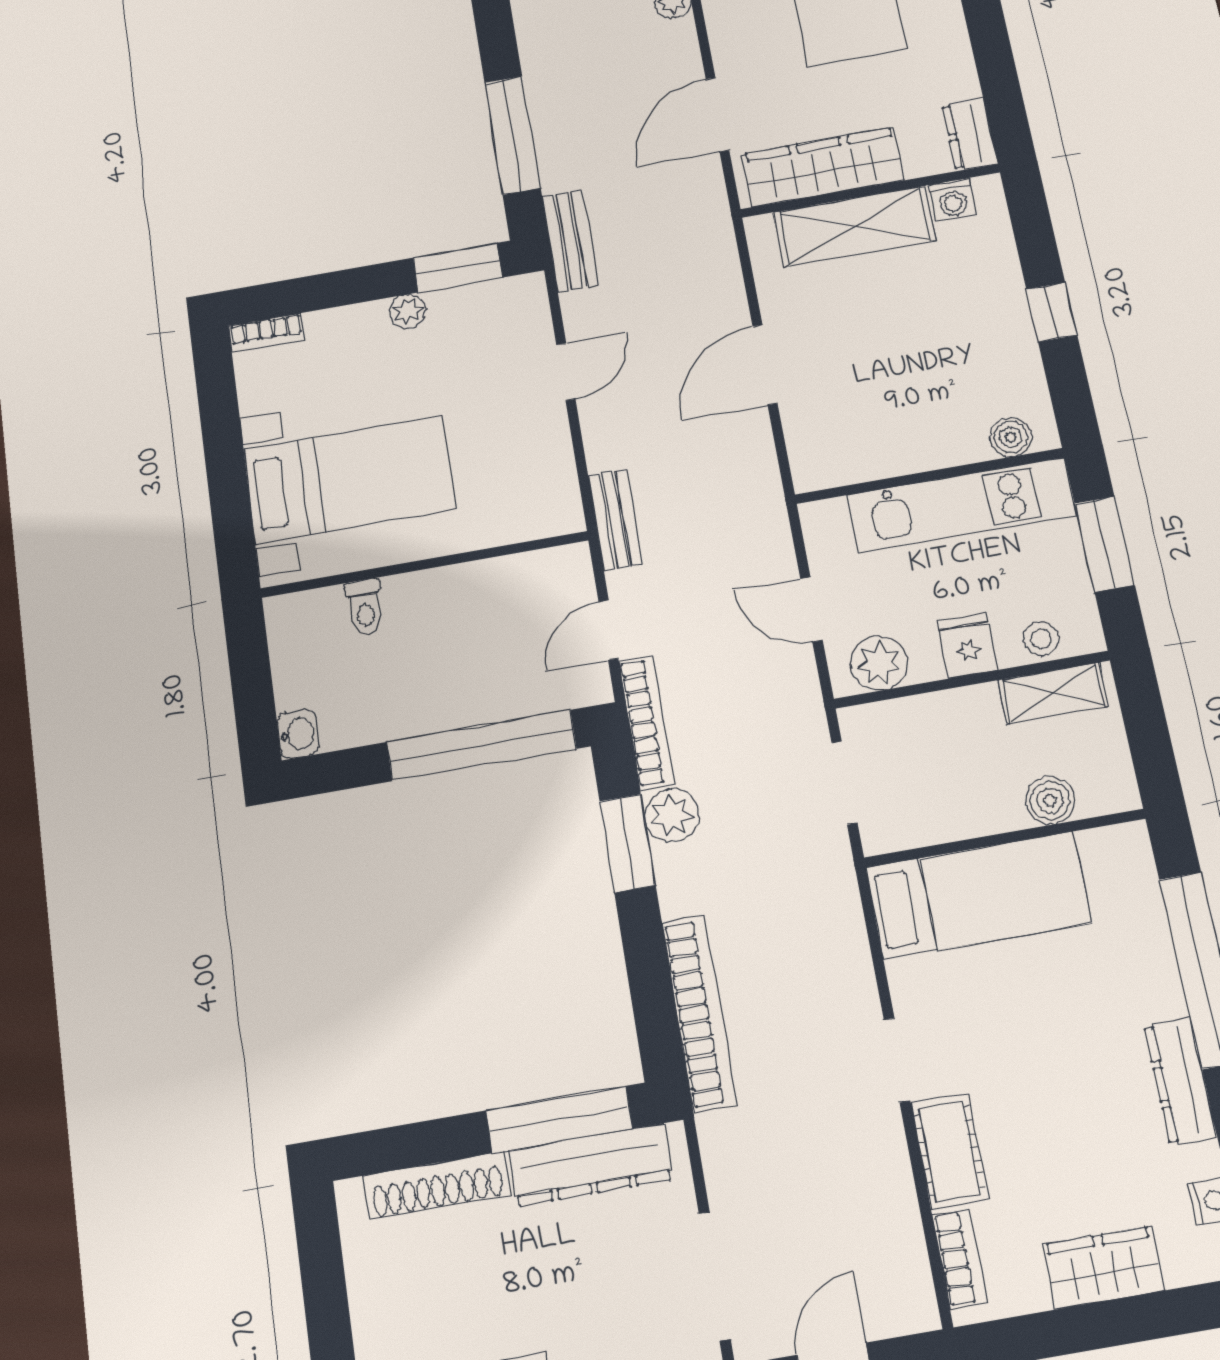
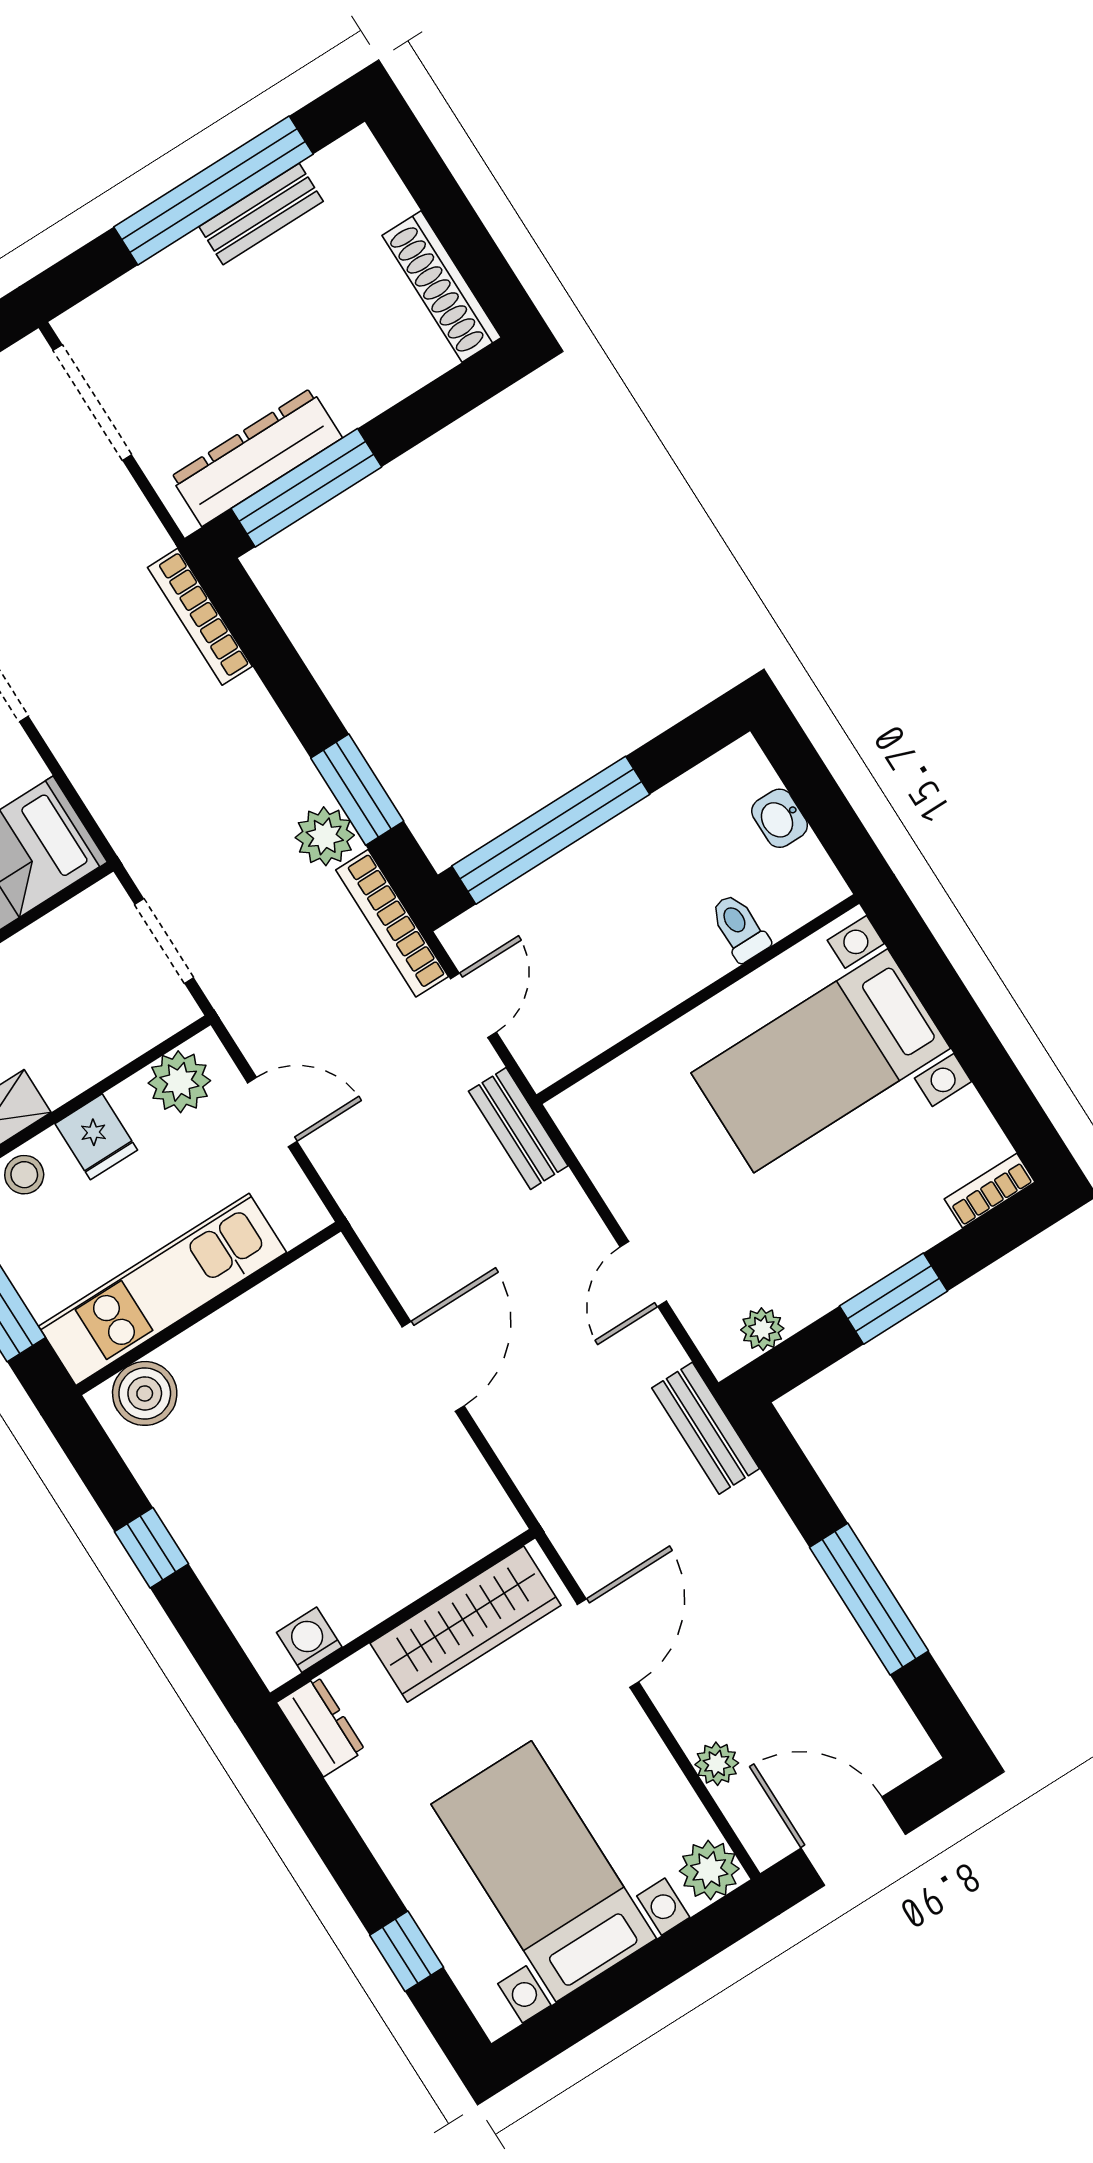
window: (512, 135) -> (869, 1599), moved
shelving: (854, 226) -> (403, 1566), removed
window: (458, 268) -> (893, 1299), moved
plant: (408, 311) -> (762, 1329), moved
boiler: (1011, 437) -> (145, 1393), width x1.36, depth x1.36
washbasin: (298, 734) -> (780, 818), moved
bookcase: (699, 1013) -> (200, 617), width x0.68, depth x0.76
shoe rack: (437, 1185) -> (442, 286), moved, turned -90

